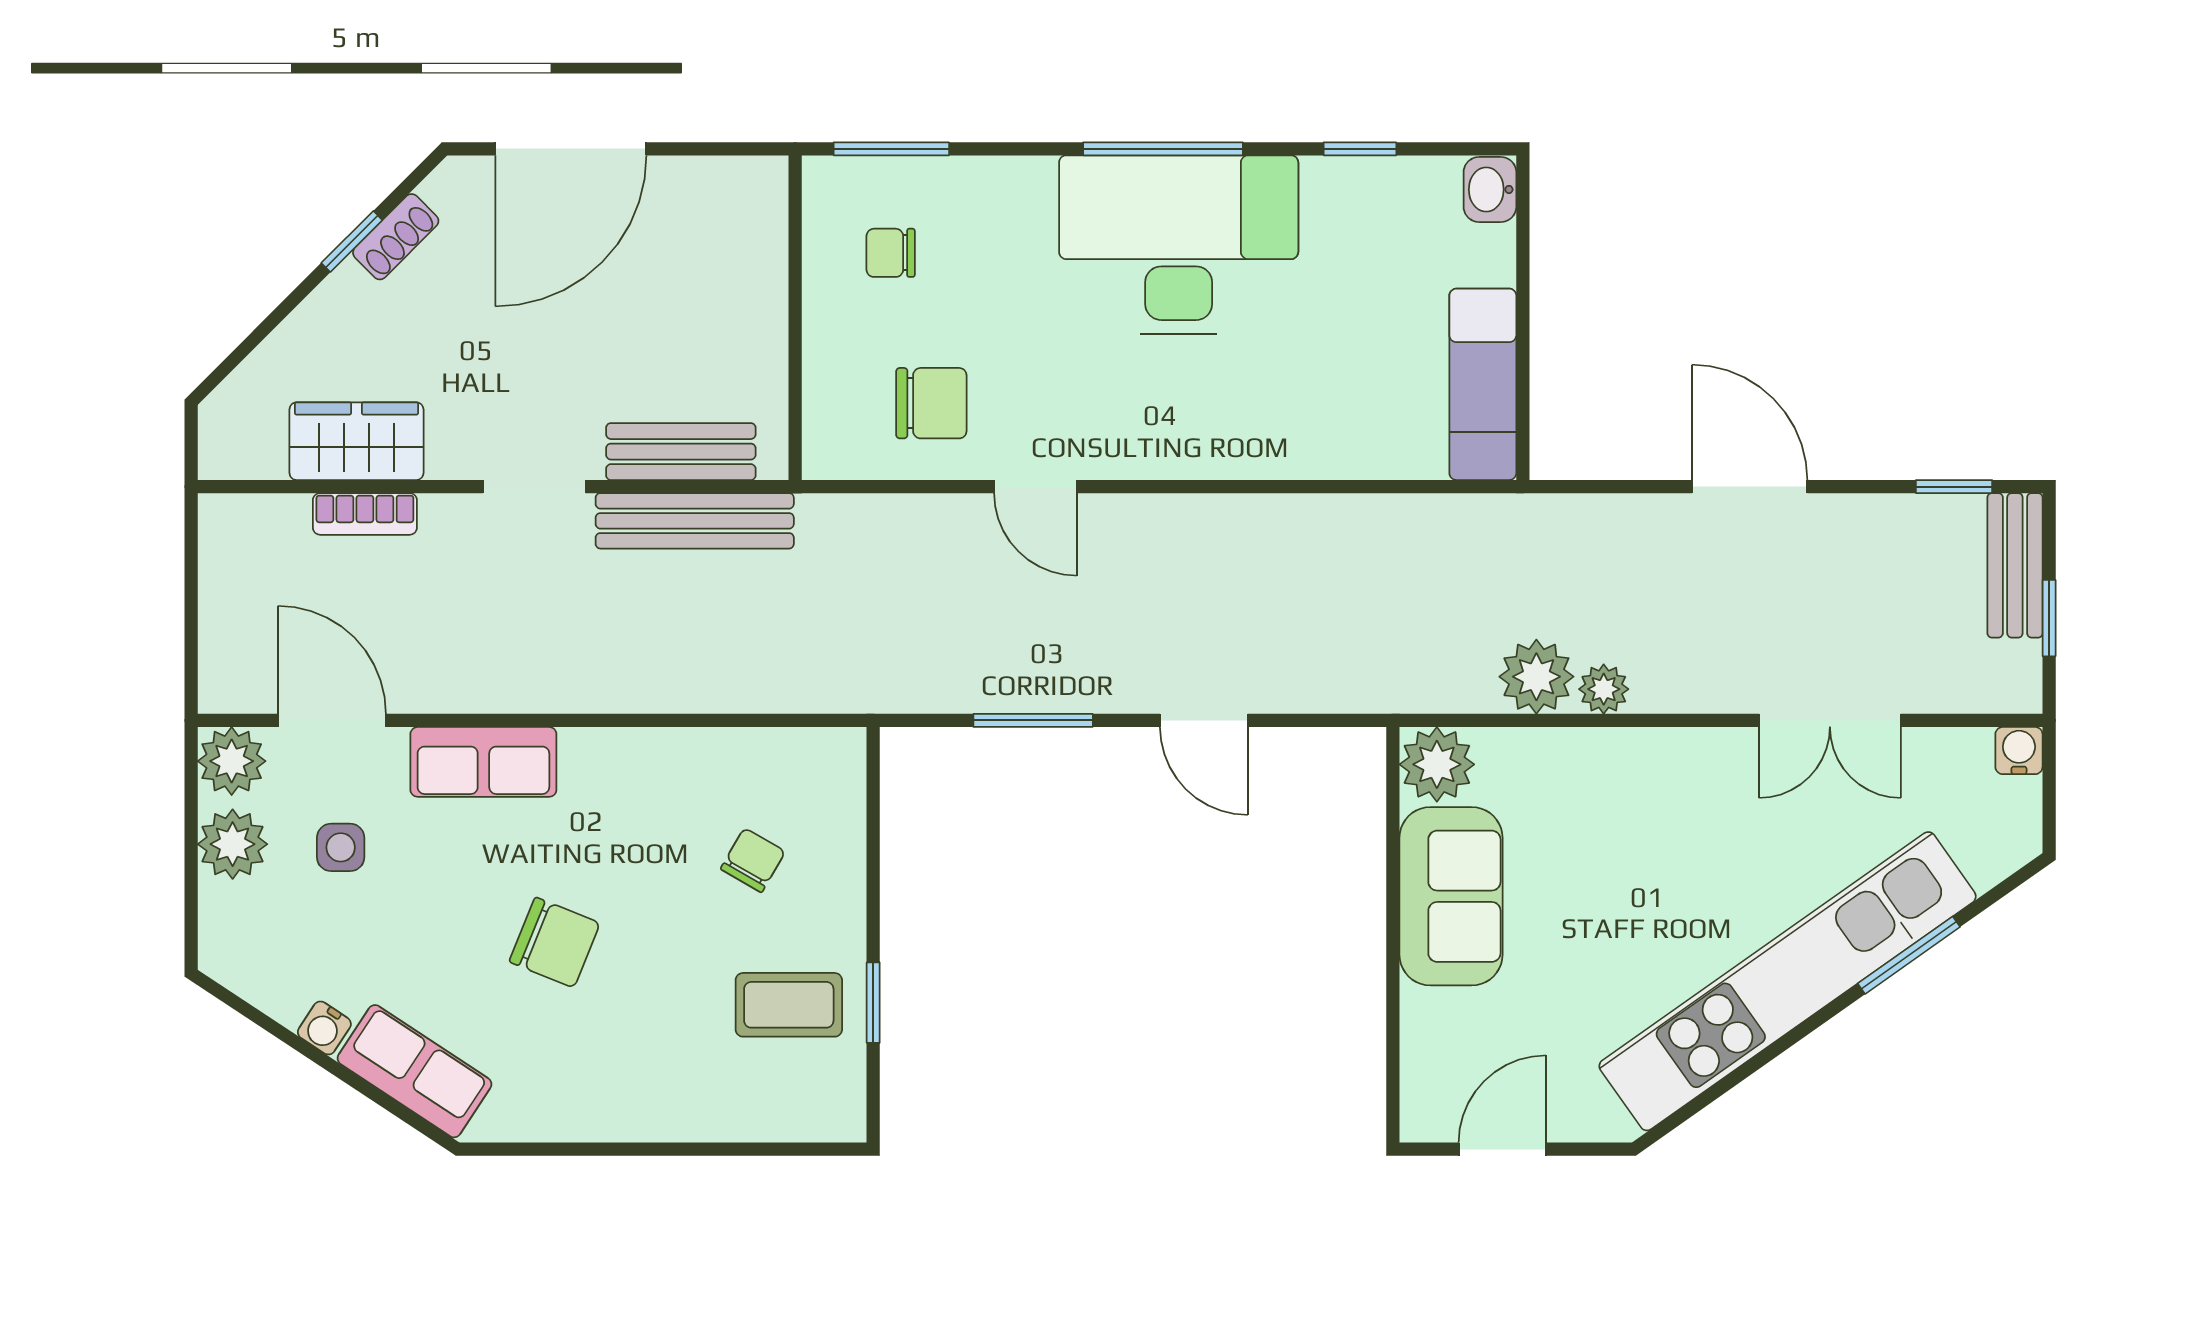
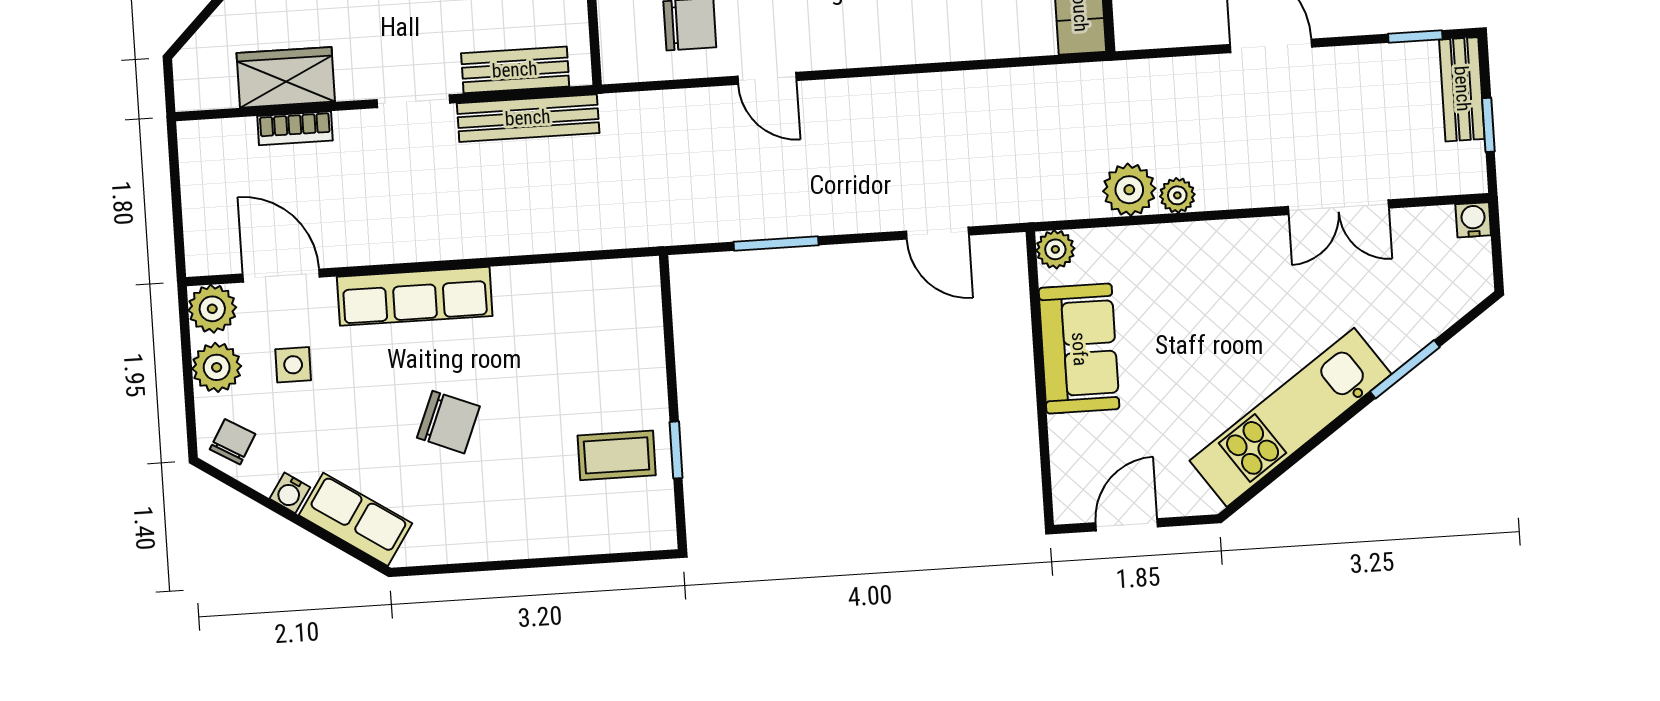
door: (1204, 720) -> (937, 233), moved
row of seats: (483, 762) -> (415, 296), width x1.48
plant: (1437, 764) -> (1055, 249), width x0.73, depth x0.73
chair: (753, 860) -> (233, 442), moved
kitchen unit: (1788, 981) -> (1290, 417), width x0.73

